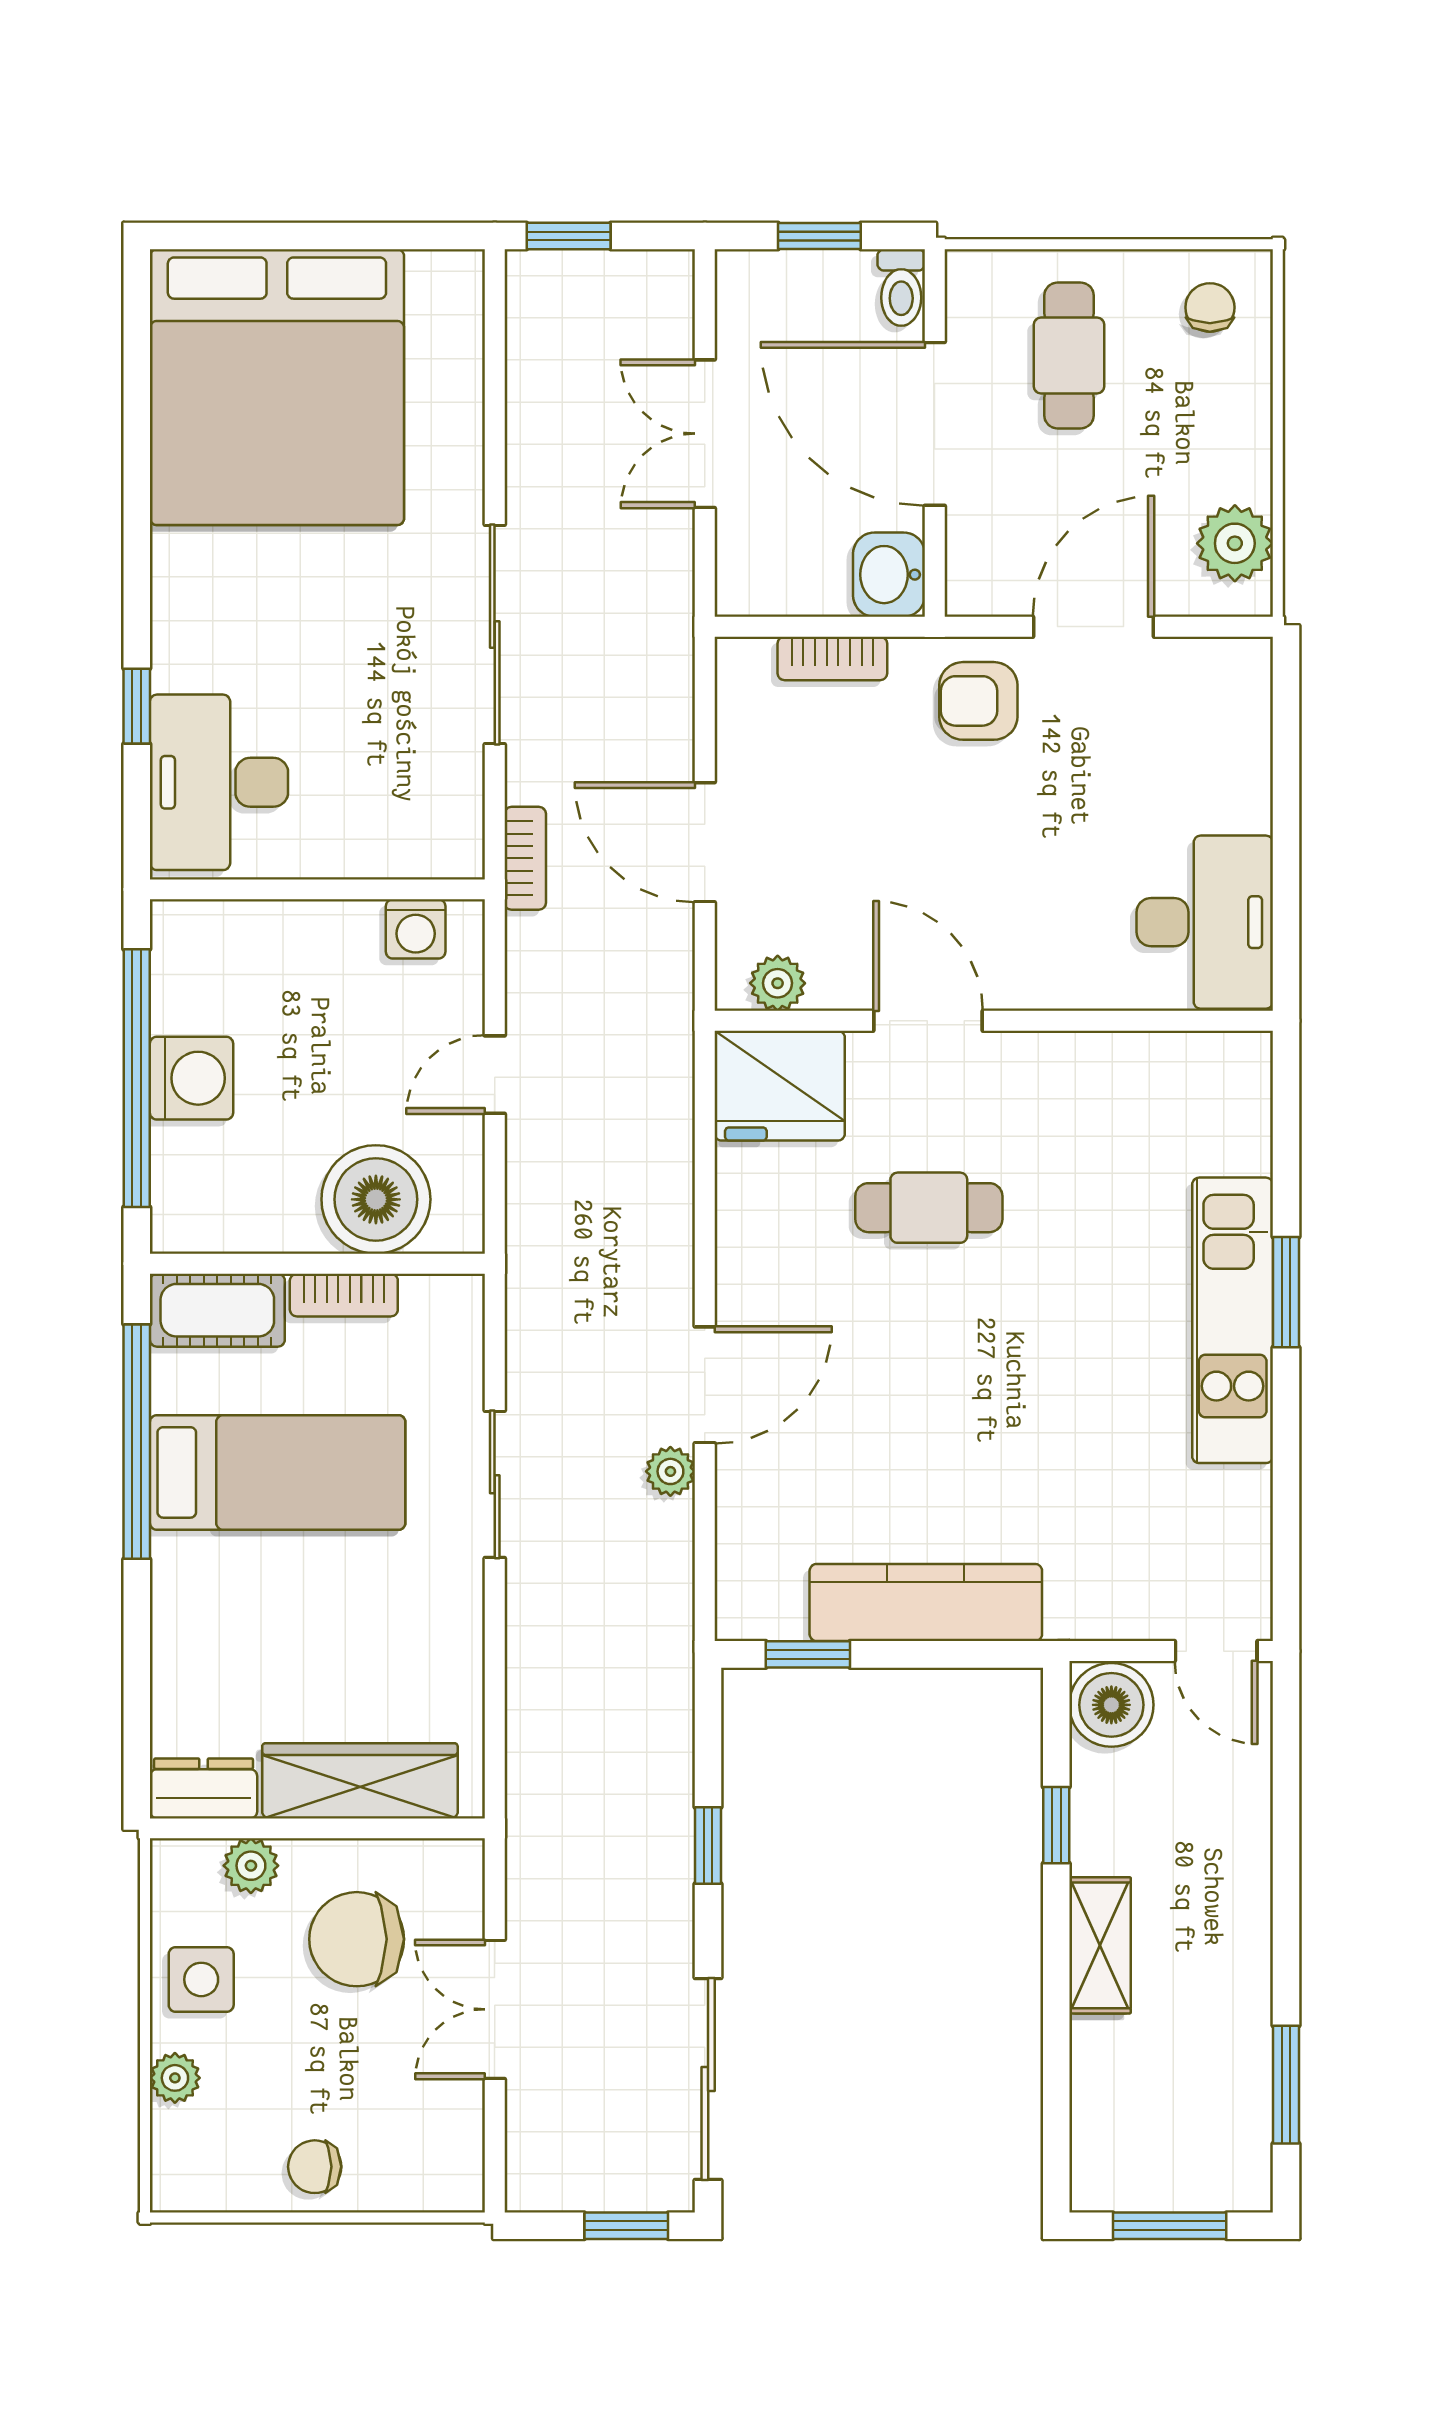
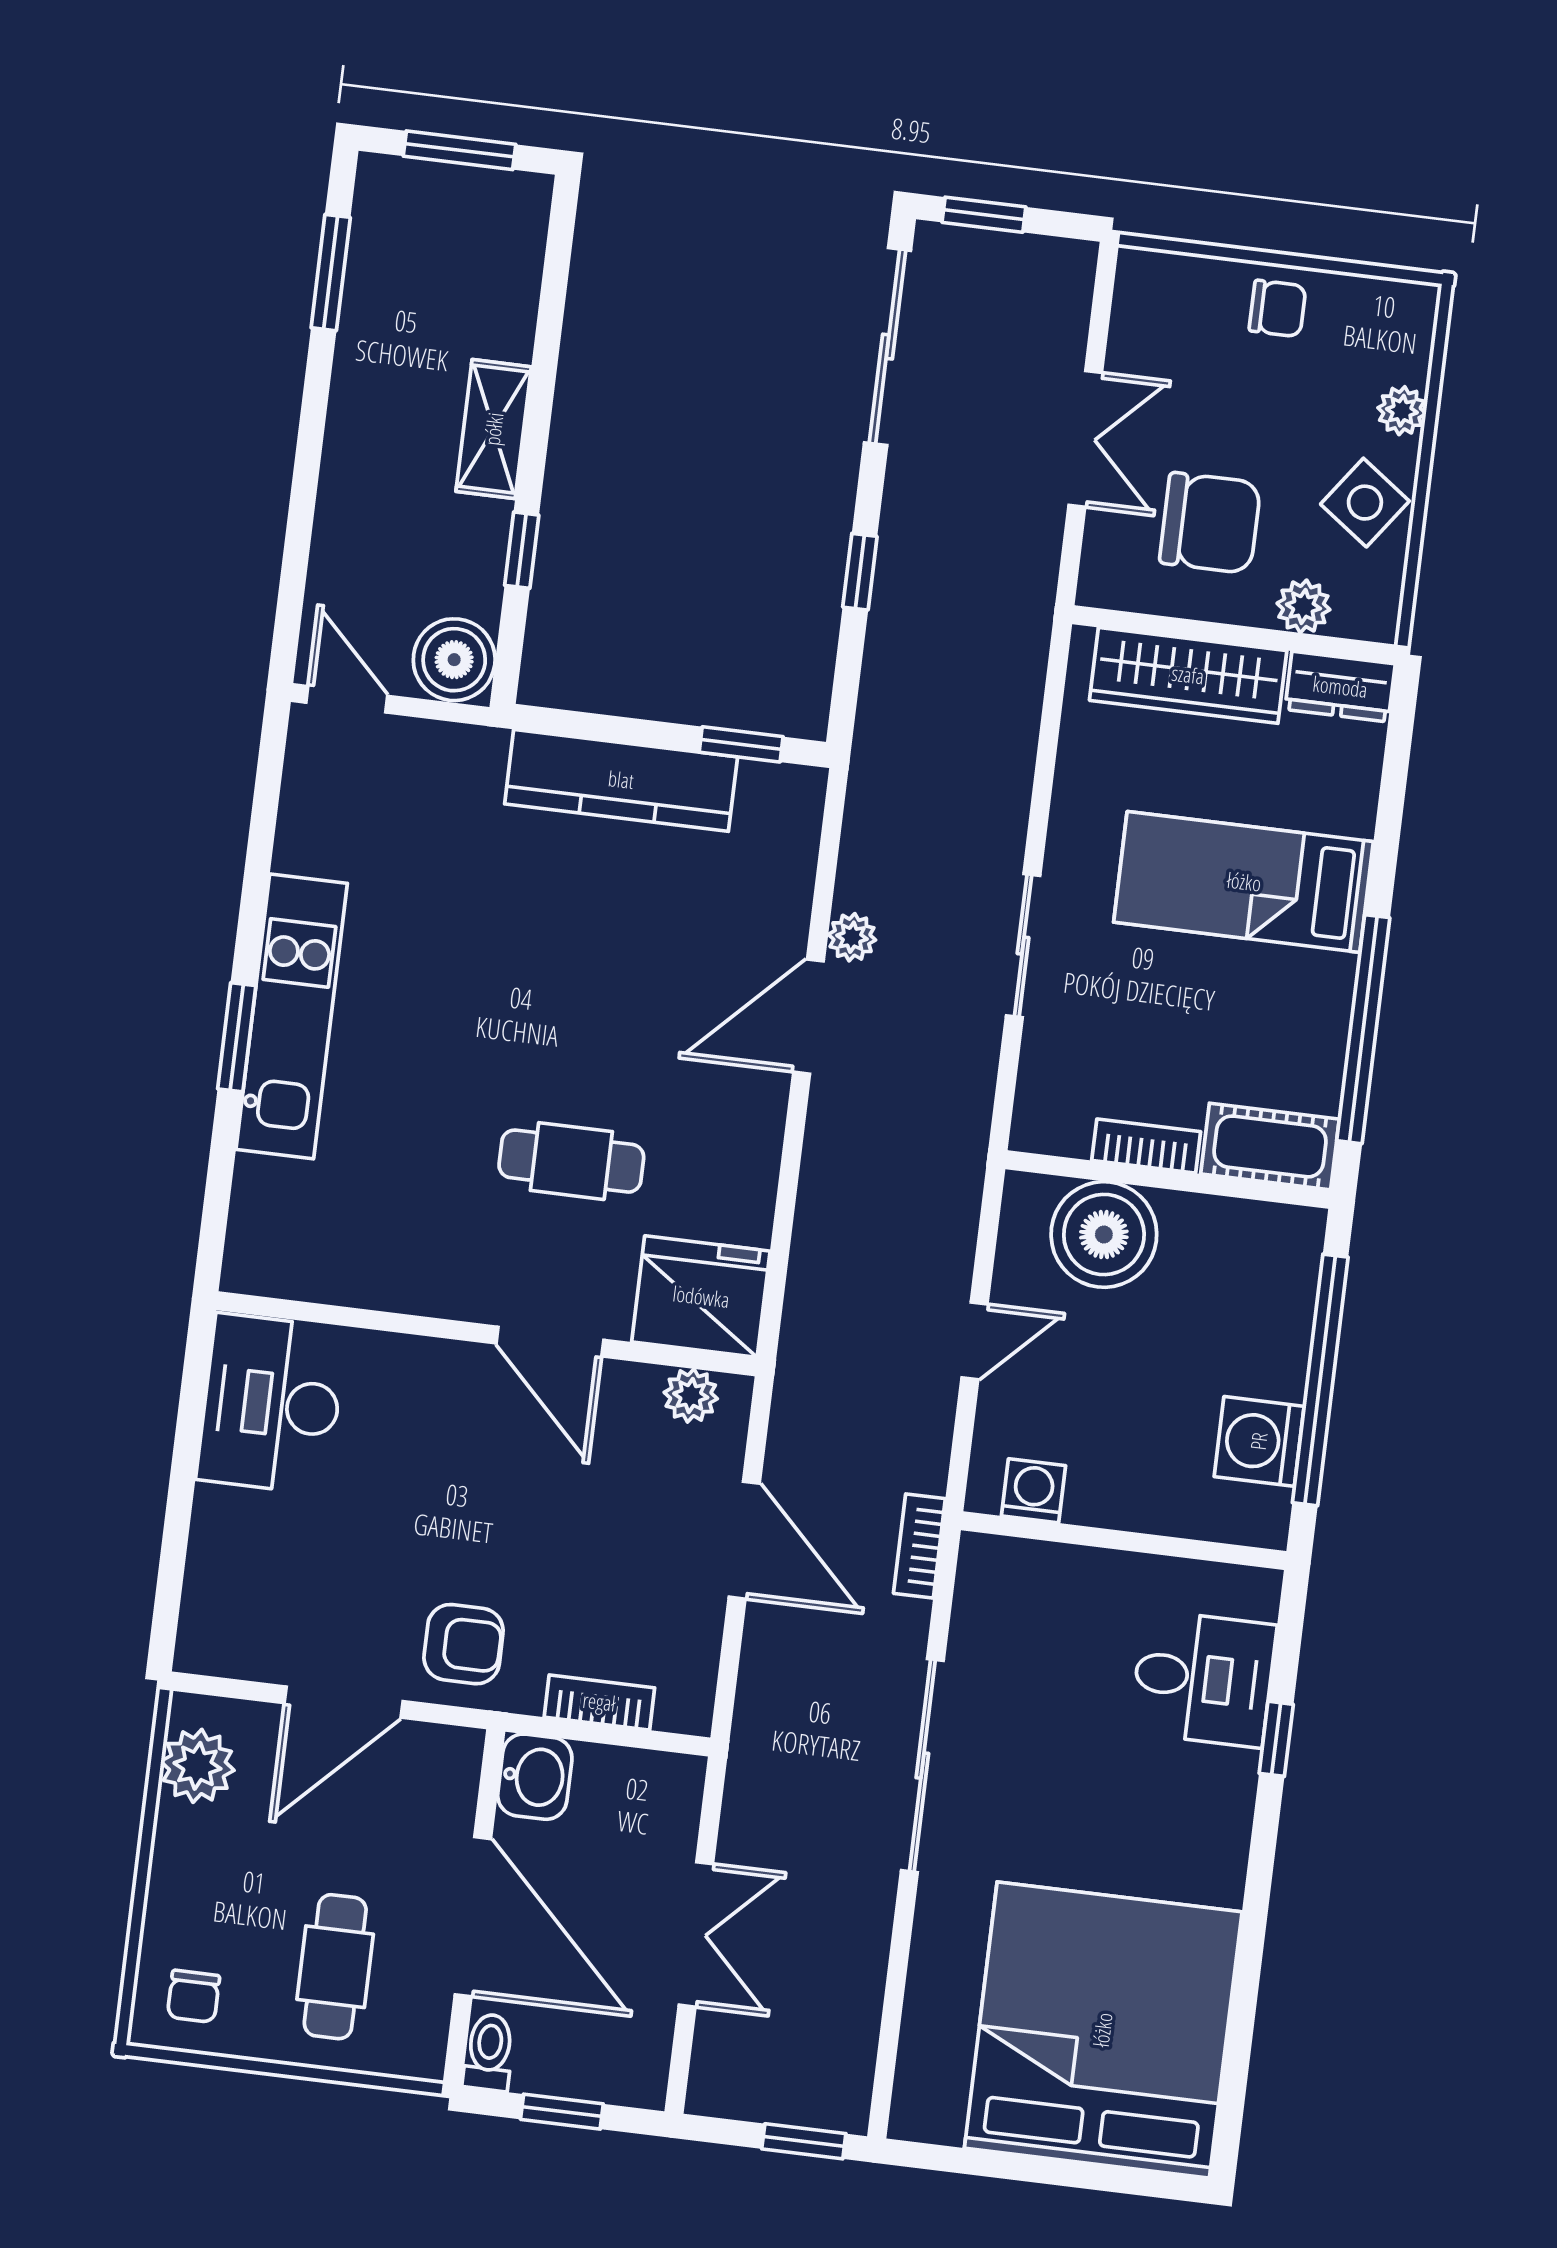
desk: (219, 782) -> (1203, 1679), width x0.73
washing machine: (192, 1078) -> (1259, 1441), moved
bed: (278, 1472) -> (1244, 882), moved
side table: (201, 1979) -> (1365, 503), turned 36

